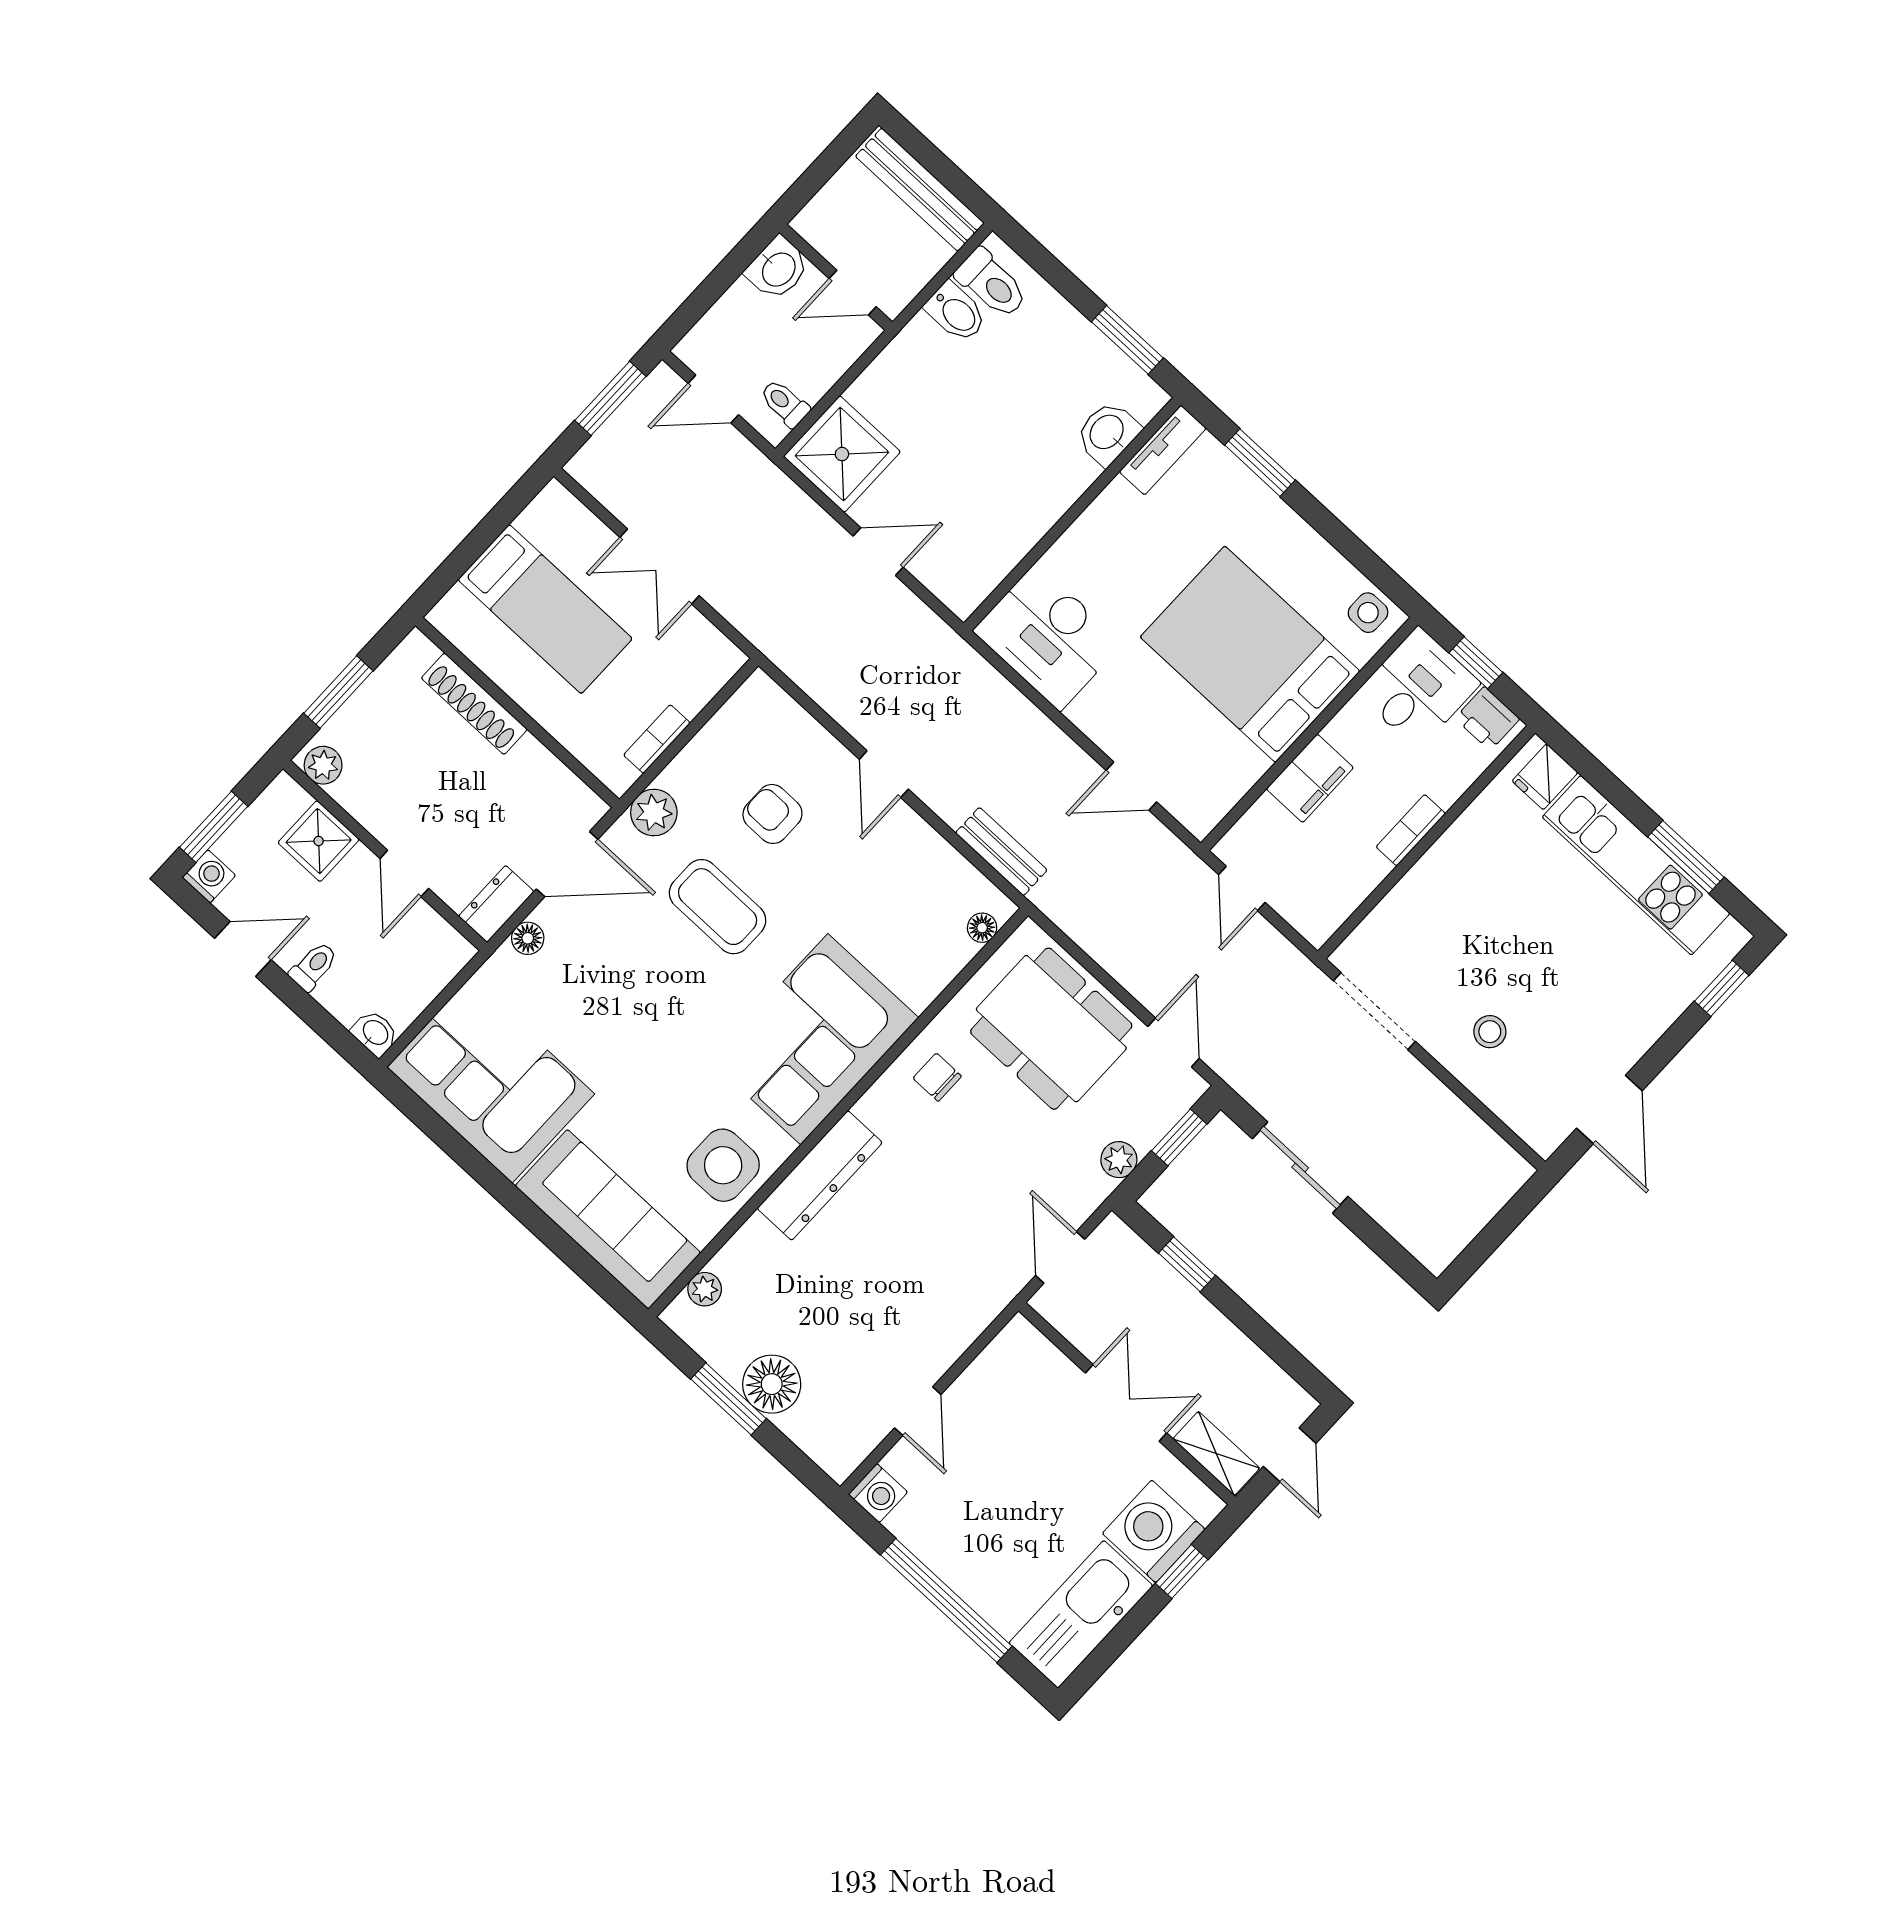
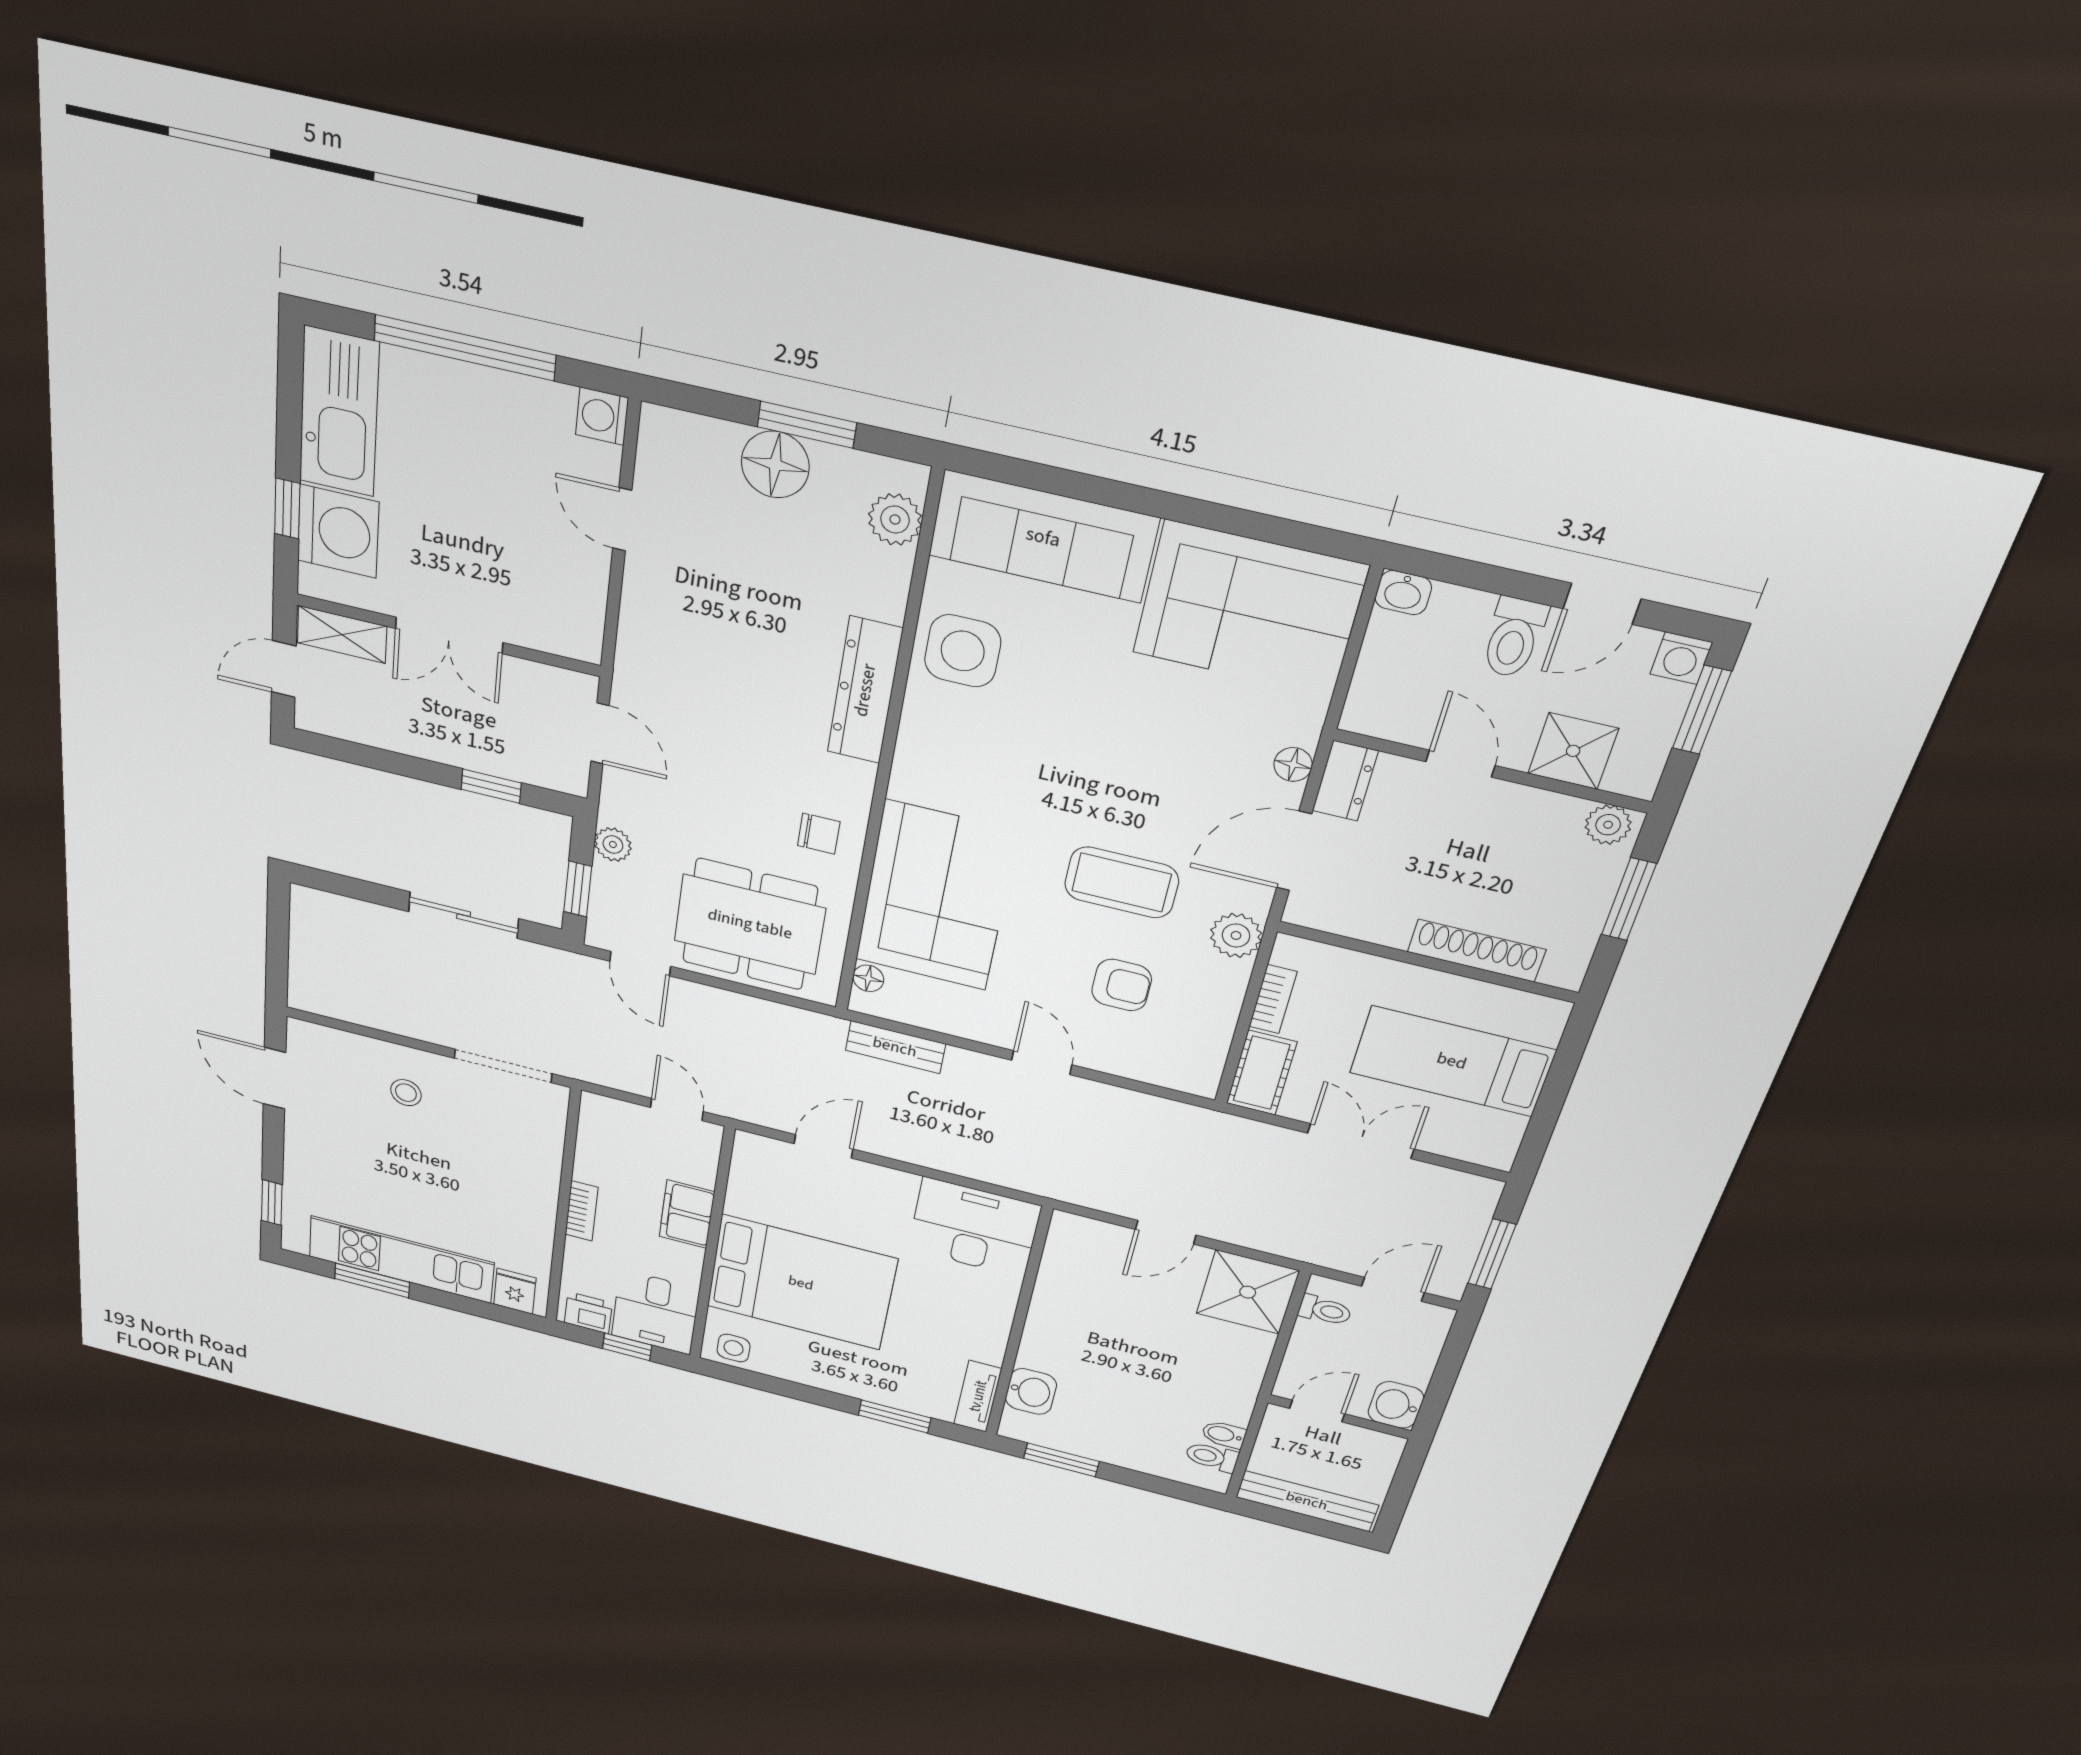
toilet: (992, 284) -> (1212, 1457), width x0.73, depth x0.72
bidet: (956, 312) -> (1224, 1434), width x0.72, depth x0.74
cot: (705, 674) -> (1262, 1073), added
toilet: (314, 966) -> (1514, 638), width x1.37, depth x1.39
corner sofa: (814, 1039) -> (936, 896), moved
plant: (705, 1289) -> (895, 520), width x1.38, depth x1.38
door: (1290, 1455) -> (284, 669), hinge flipped

